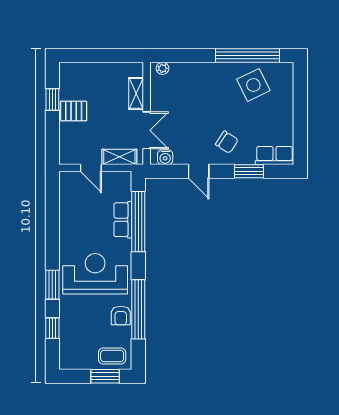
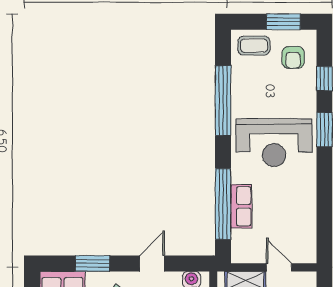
door: (199, 171) -> (152, 263), hinge flipped
armchair: (121, 316) -> (293, 57), moved, turned 180
window: (105, 376) -> (283, 22), moved

